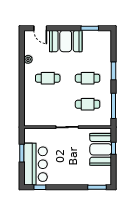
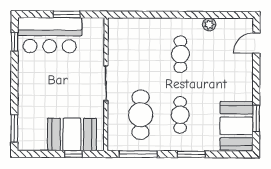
booth: (66, 41) -> (237, 126), moved
cafe table: (88, 104) -> (141, 115), width x1.37, depth x1.35

